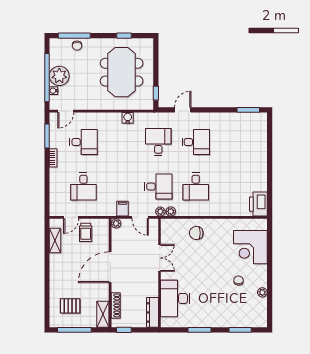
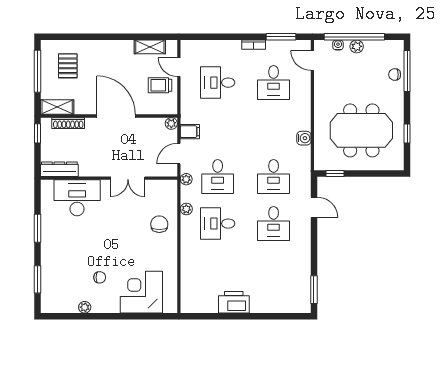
plant: (59, 76) -> (357, 46), width x0.53, depth x0.53
desk: (158, 142) -> (274, 177), turned 90
printer: (258, 204) -> (234, 302), moved
plant: (171, 211) -> (186, 209), moved

